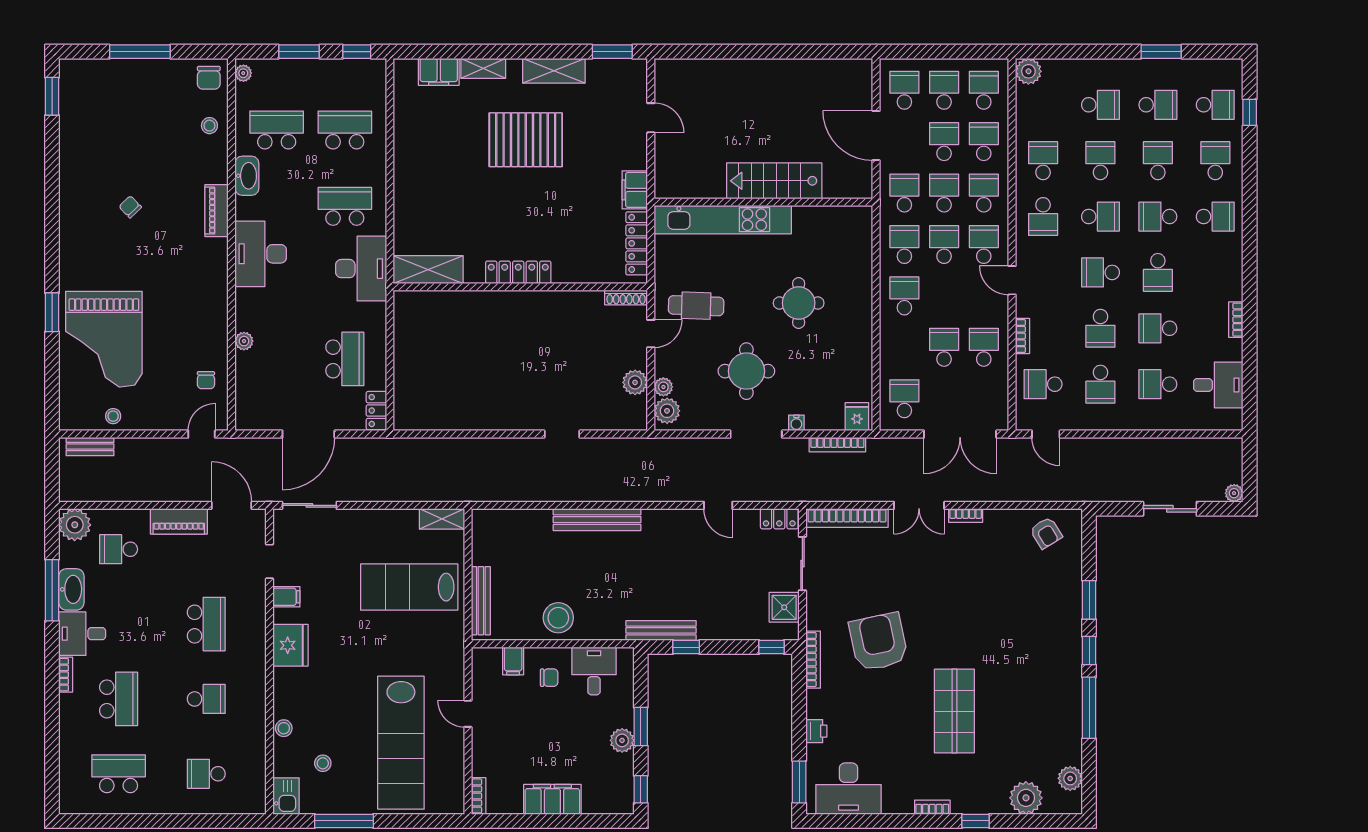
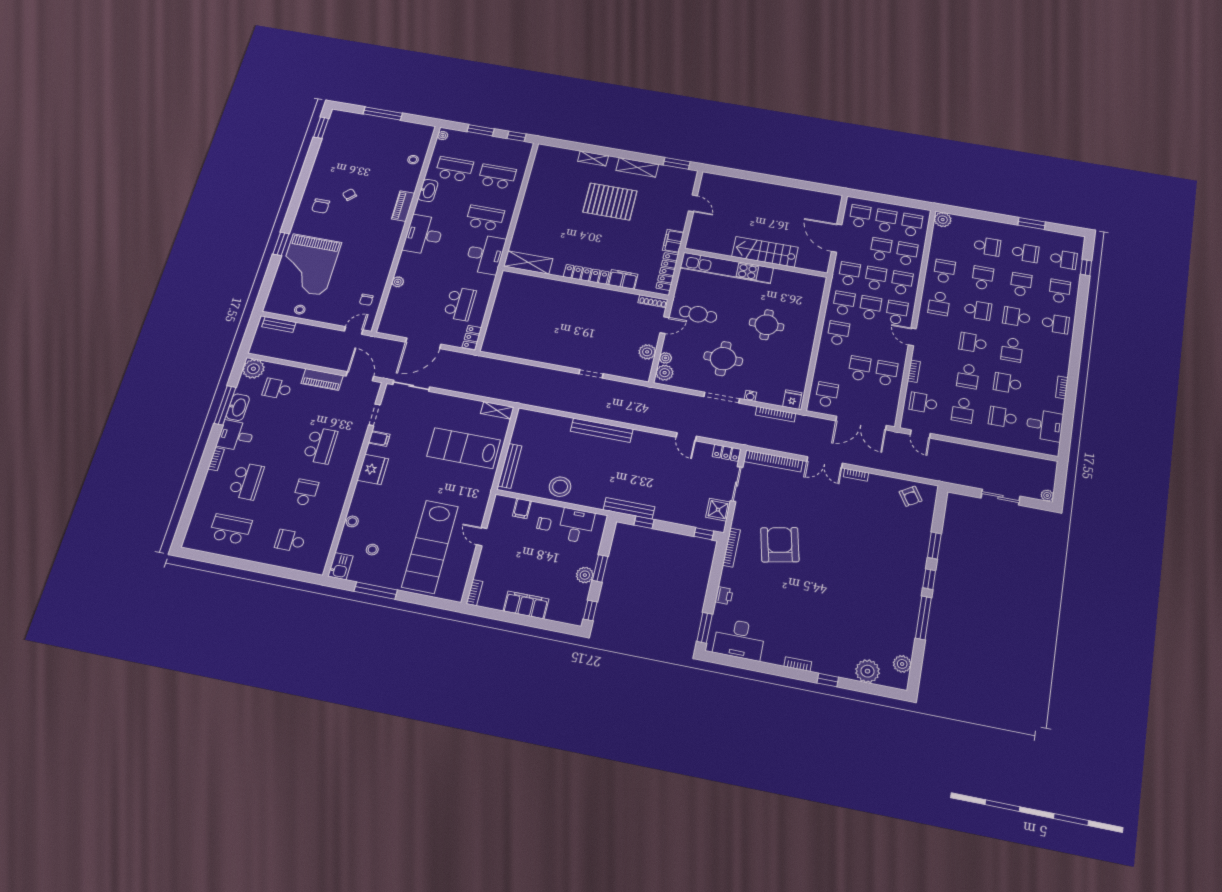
filing cabinet: (439, 72) -> (623, 279), moved, turned 180
chair: (209, 78) -> (321, 206), moved
school desk: (206, 699) -> (305, 493), turned -90
shop shelf: (954, 711) -> (826, 601), removed

